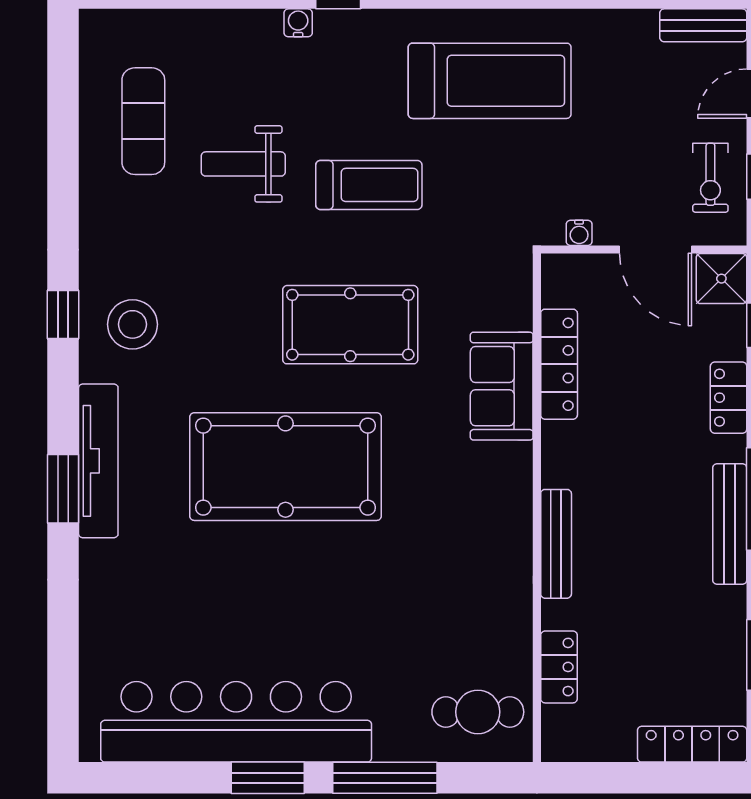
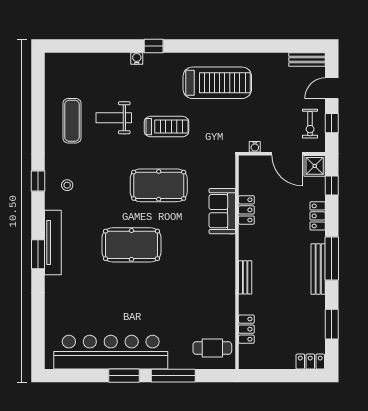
exercise mat: (143, 121) -> (72, 121), moved
stool: (133, 324) -> (67, 185), width x0.53, depth x0.53
locker: (559, 364) -> (246, 210), width x0.66
pool table: (286, 467) -> (131, 245), width x0.73, depth x0.76
bench: (556, 544) -> (245, 277), width x0.73
locker: (692, 744) -> (310, 362), width x0.66

